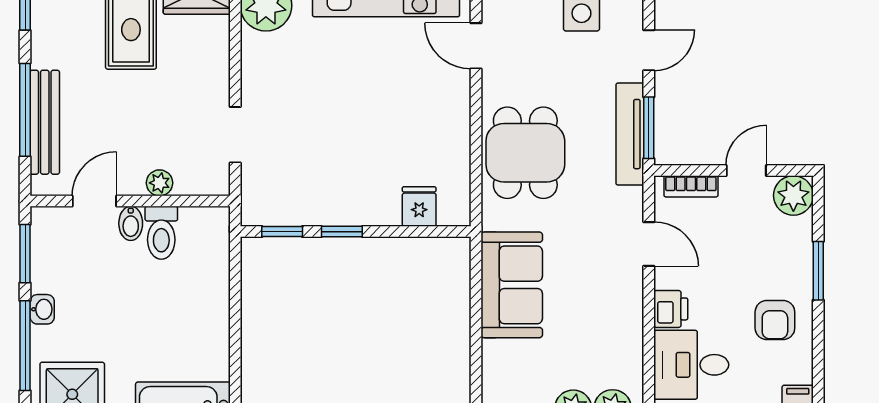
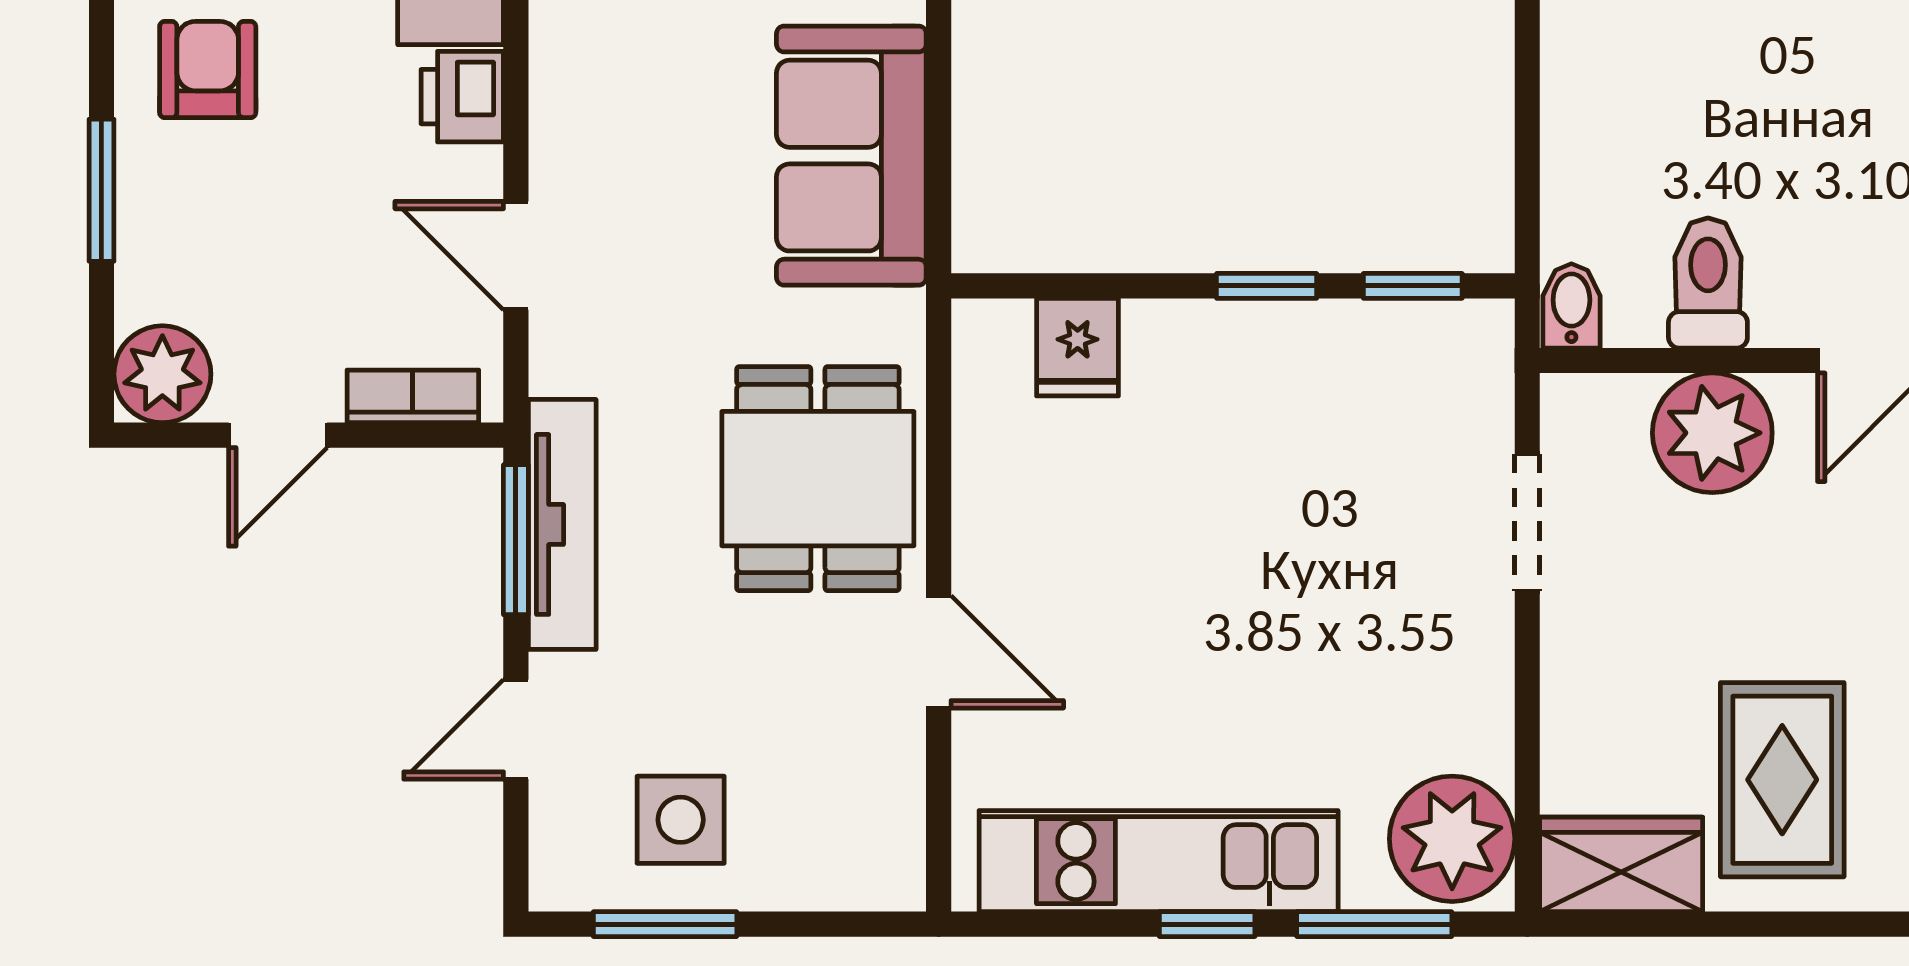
door: (476, 46) -> (939, 652), moved
plant: (160, 183) -> (1712, 433), width x1.87, depth x1.87
bidet: (131, 223) -> (1571, 306), moved

